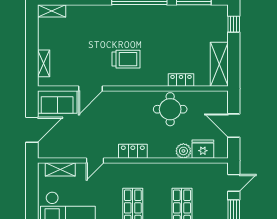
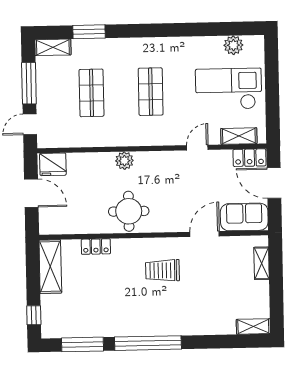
round table: (170, 109) -> (129, 211), moved
door: (32, 130) -> (274, 183), hinge flipped
fridge: (203, 149) -> (53, 164), moved
locker: (133, 151) -> (249, 158), moved
plant: (183, 151) -> (124, 161), moved

